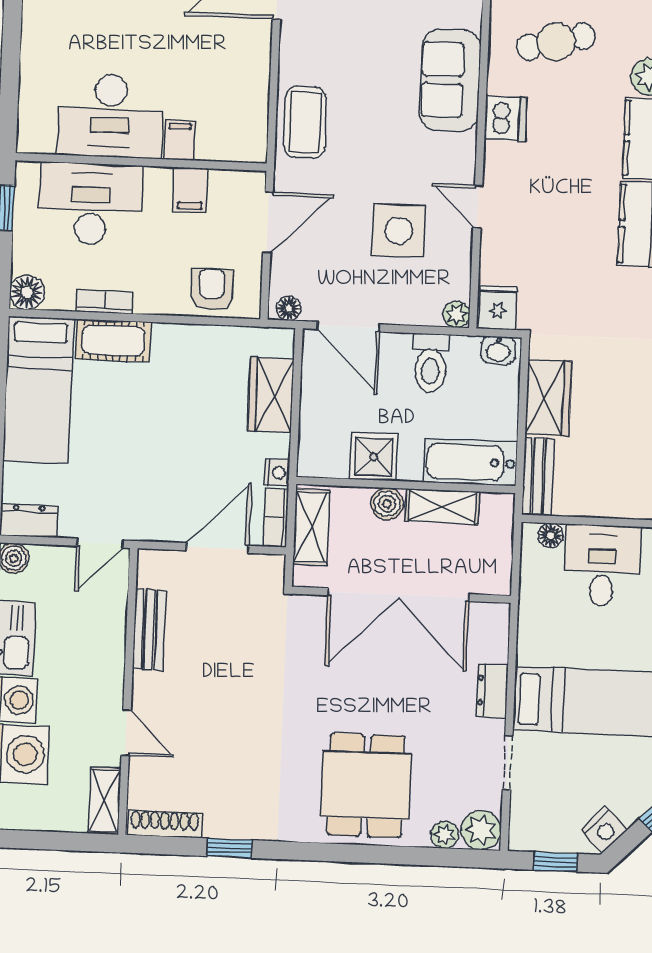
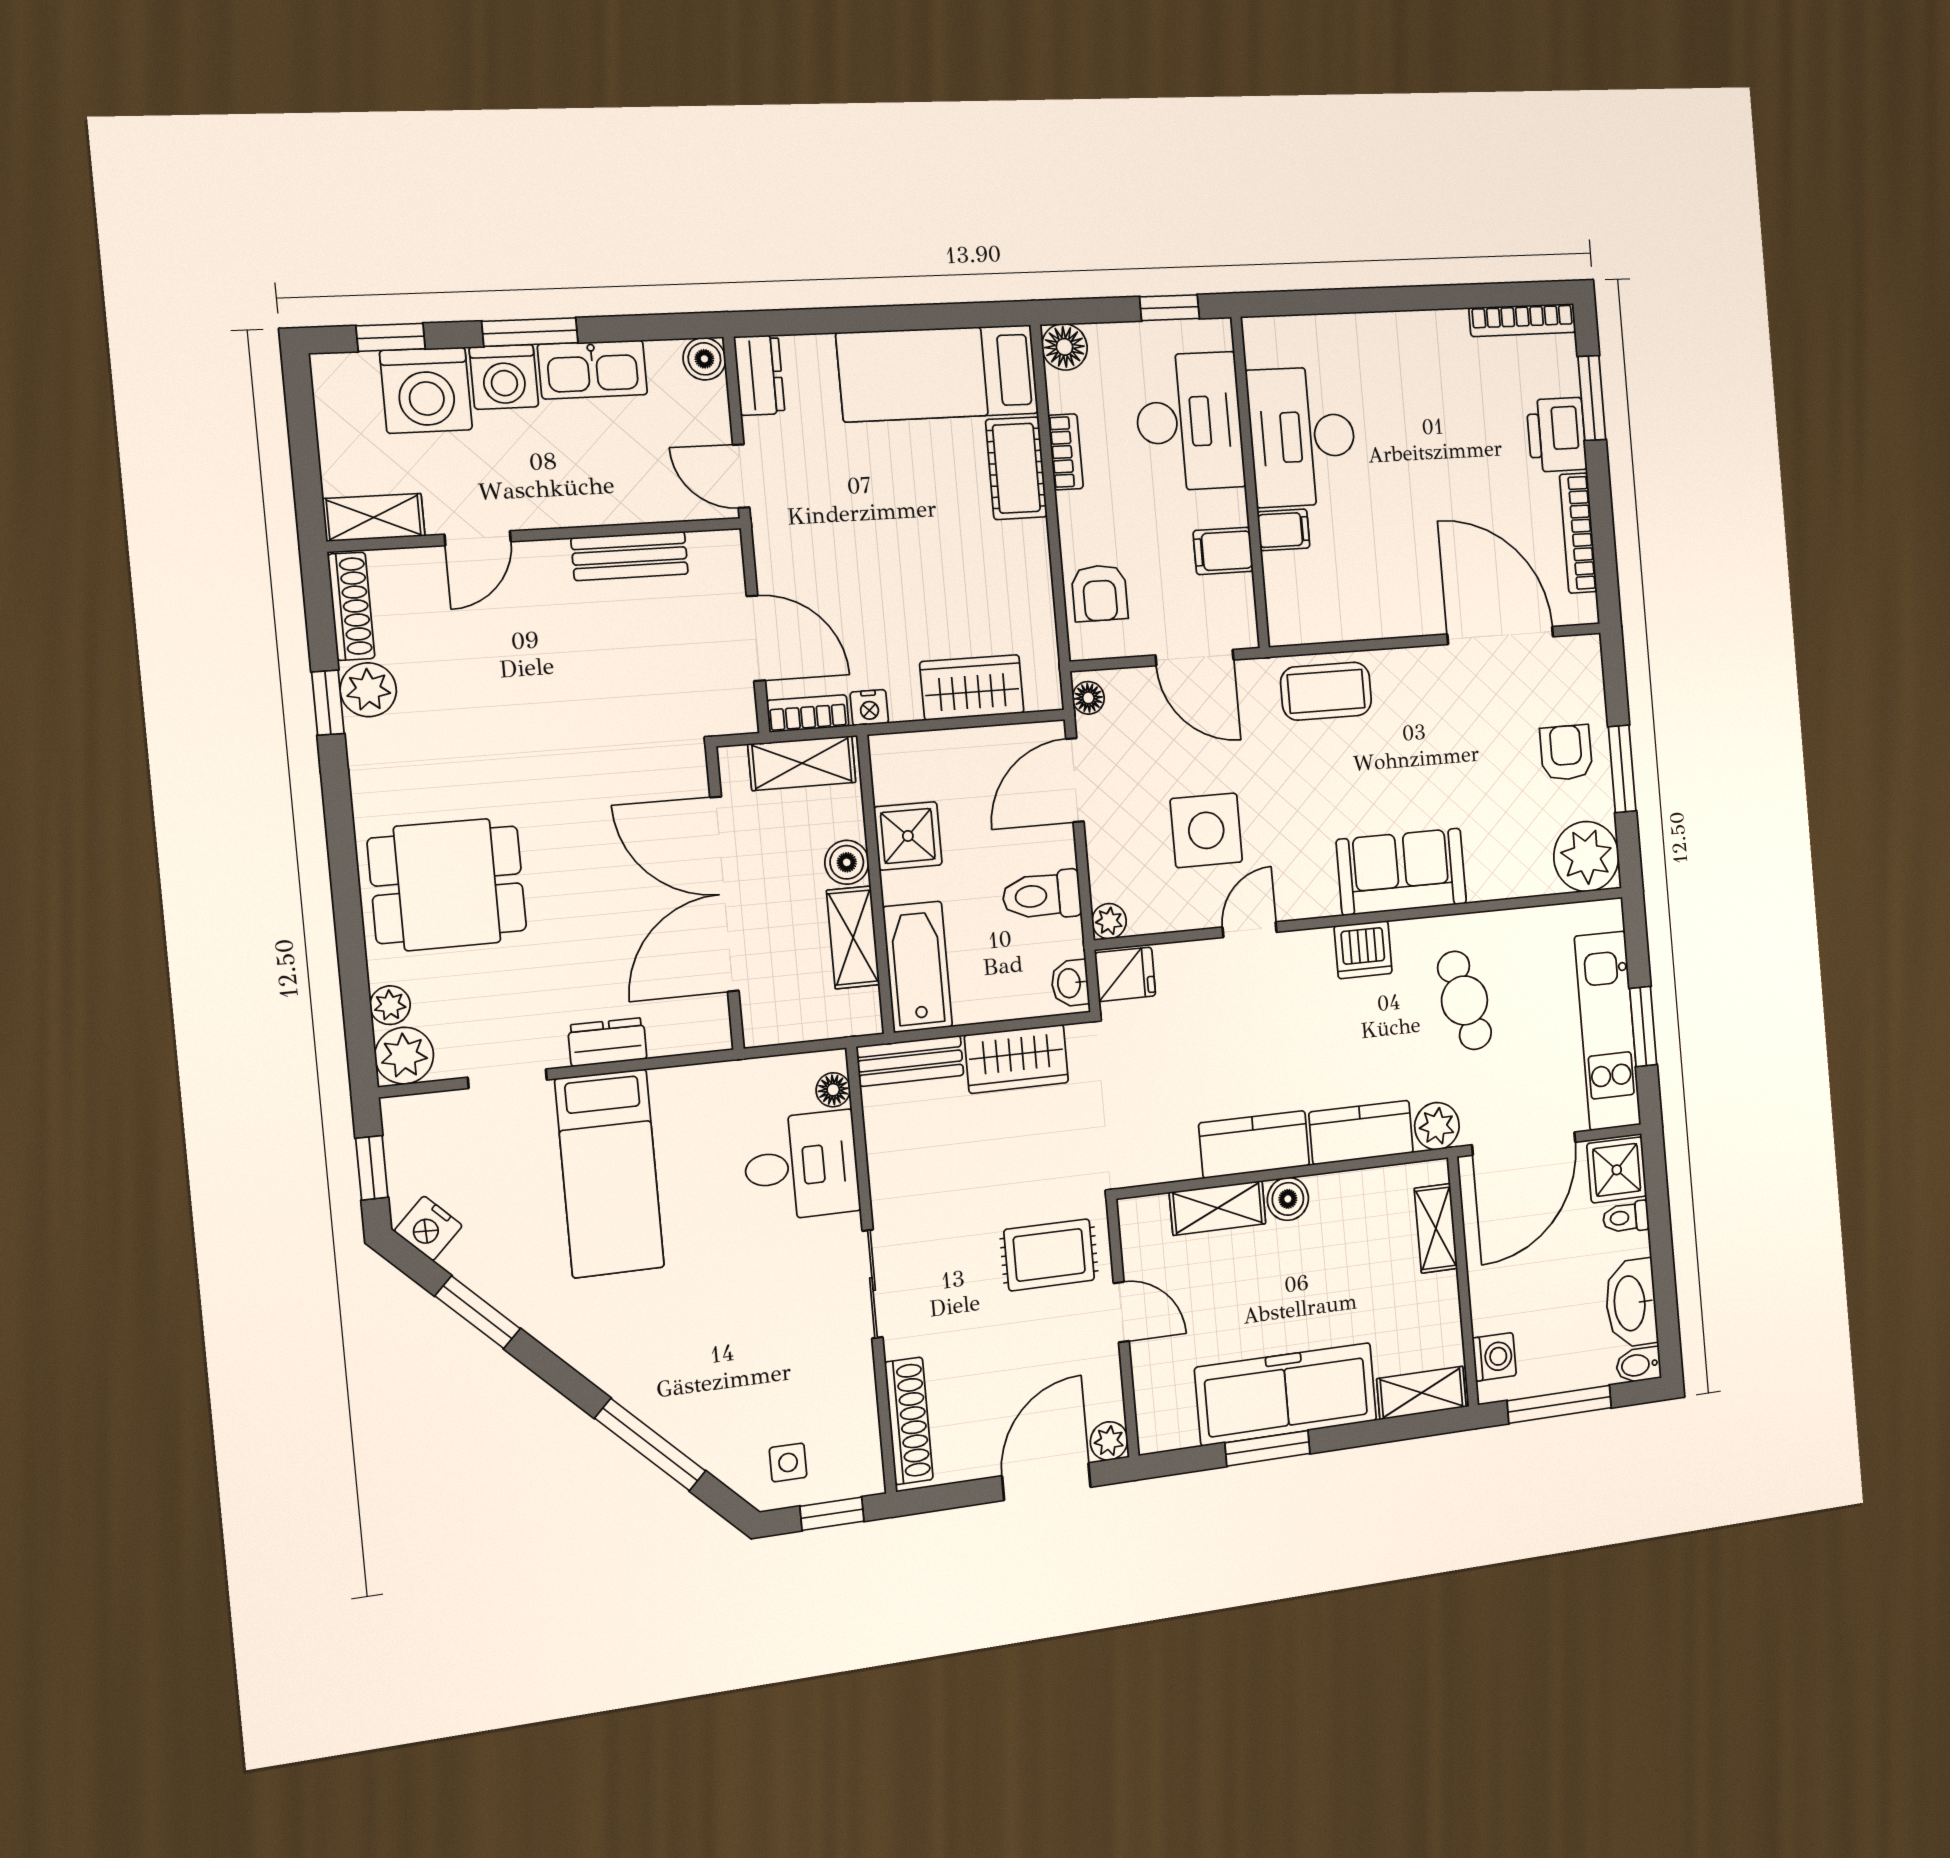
armchair: (212, 290) -> (1100, 593), turned 90
plant: (224, 820) -> (368, 690), added

